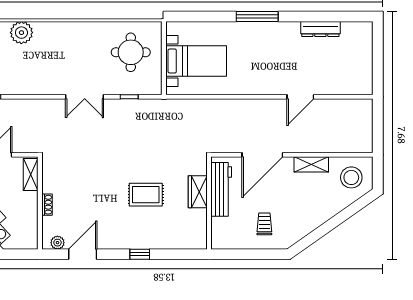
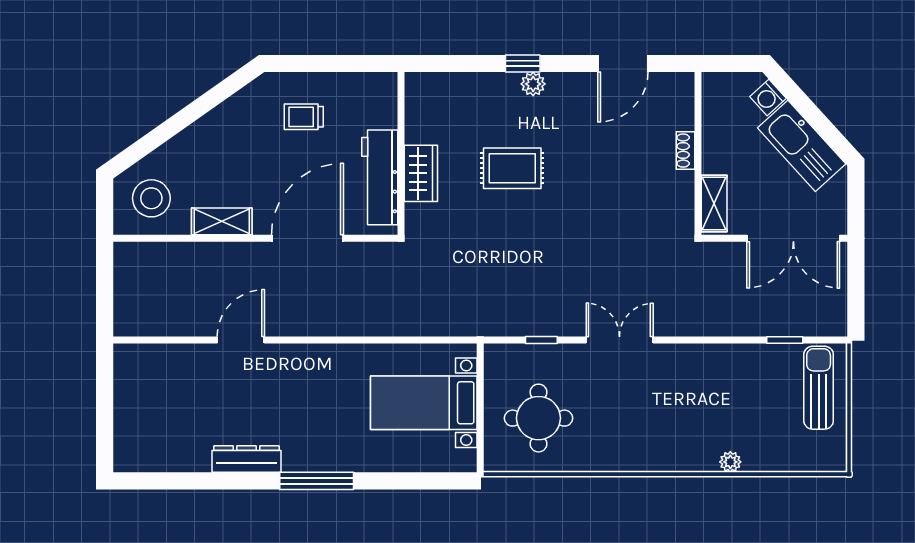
dresser: (320, 29) -> (246, 459), moved
plant: (21, 33) -> (730, 462), width x0.53, depth x0.53
trolley: (264, 224) -> (304, 117), turned 90
plant: (57, 243) -> (533, 84), moved

